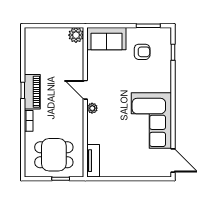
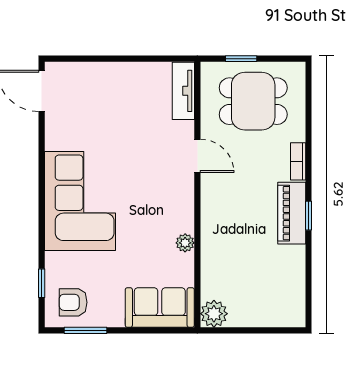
armchair: (142, 52) -> (73, 302), moved
door: (85, 90) -> (197, 156), moved
plant: (92, 108) -> (185, 243), moved
corner sofa: (151, 121) -> (80, 201), moved

